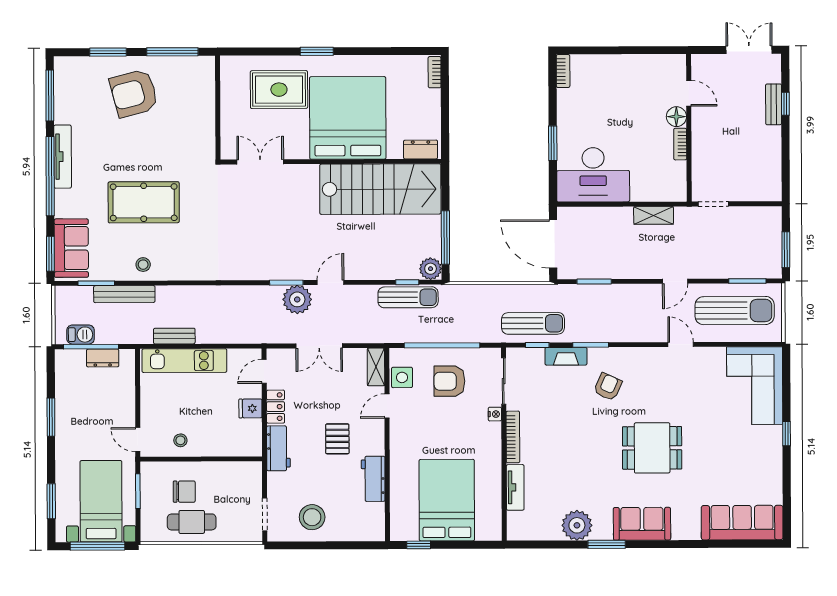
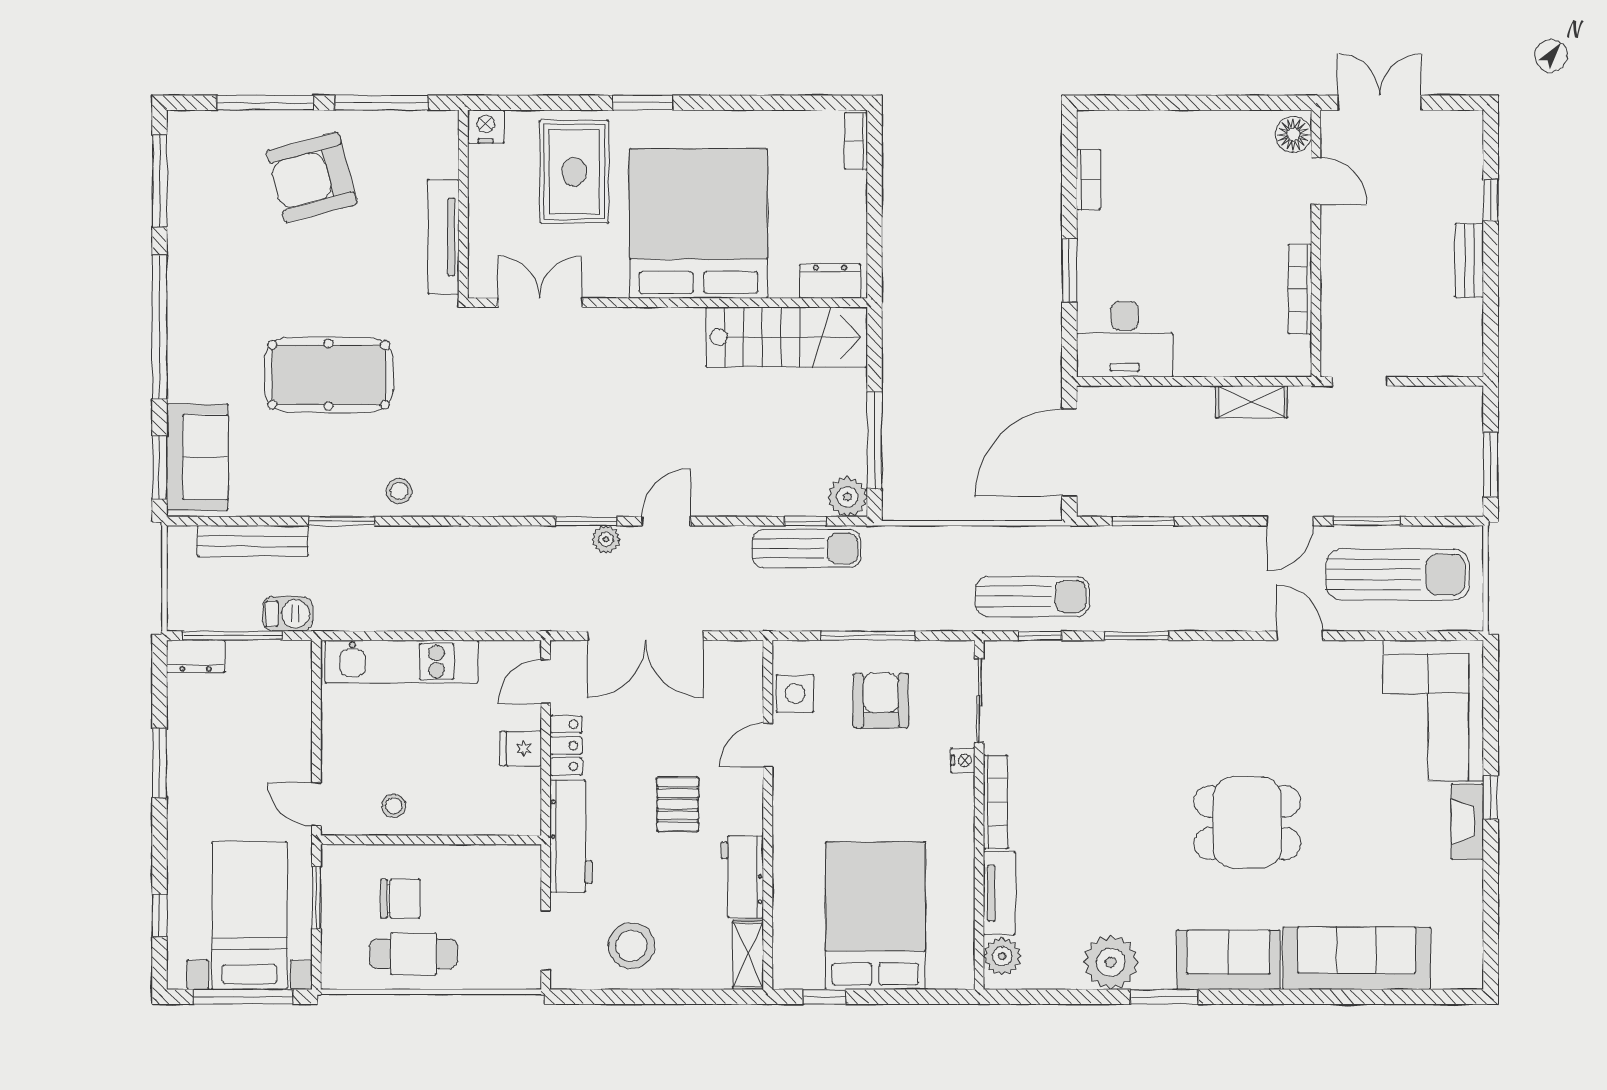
double door: (749, 50) -> (1380, 103), moved
window: (108, 52) -> (265, 103), width x1.44
nightstand: (230, 65) -> (486, 127), added
bookcase: (563, 71) -> (1089, 180), moved
rug: (279, 90) -> (574, 172), turned 90
bench: (774, 104) -> (1469, 260), moved
floor lamp: (676, 117) -> (1293, 134), moved
bookcase: (680, 144) -> (1300, 289), width x1.56
tv unit: (63, 157) -> (443, 237), moved, turned 180
desk: (593, 175) -> (1125, 339), width x0.73, depth x0.77
stairs: (380, 189) -> (786, 337), width x0.73, depth x0.66
door: (553, 244) -> (1069, 453), hinge flipped
stool: (143, 265) -> (399, 491), moved
window: (747, 281) -> (1367, 521), moved
window: (96, 283) -> (342, 521), moved
bench: (124, 294) -> (253, 541), moved
plant: (297, 299) -> (606, 539), width x0.53, depth x0.53
barbecue: (81, 335) -> (288, 614), moved
bench: (174, 336) -> (383, 617), removed
window: (442, 345) -> (868, 636), width x0.68
double door: (319, 346) -> (645, 636), width x1.37
fireplace: (566, 356) -> (1467, 822), moved, turned 90
dresser: (103, 358) -> (196, 656), moved
shelving: (376, 367) -> (748, 955), moved
armchair: (449, 381) -> (881, 700), turned 90
armchair: (608, 387) -> (1168, 712), removed
workbench: (278, 448) -> (571, 836), width x1.38
window: (51, 501) -> (160, 915), width x0.67
plant: (517, 522) -> (1002, 956), added
sofa: (742, 523) -> (1357, 958), moved

